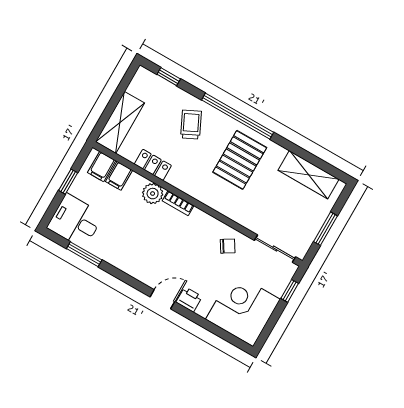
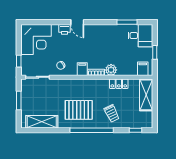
pallet: (240, 160) -> (79, 110), turned 90
filing cabinet: (119, 176) -> (82, 69), moved
door: (162, 299) -> (77, 22), hinge flipped

